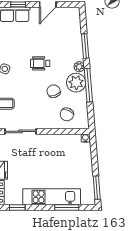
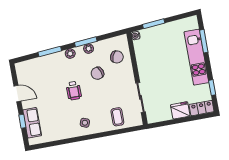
plant: (76, 83) -> (89, 49), width x0.53, depth x0.53
window: (88, 85) -> (86, 42), width x0.69
window: (97, 188) -> (154, 24), moved

